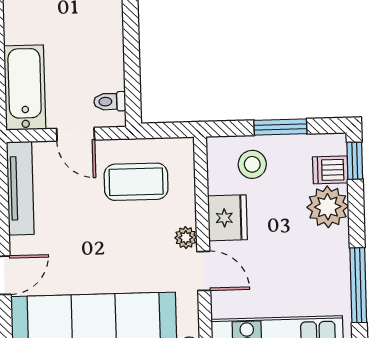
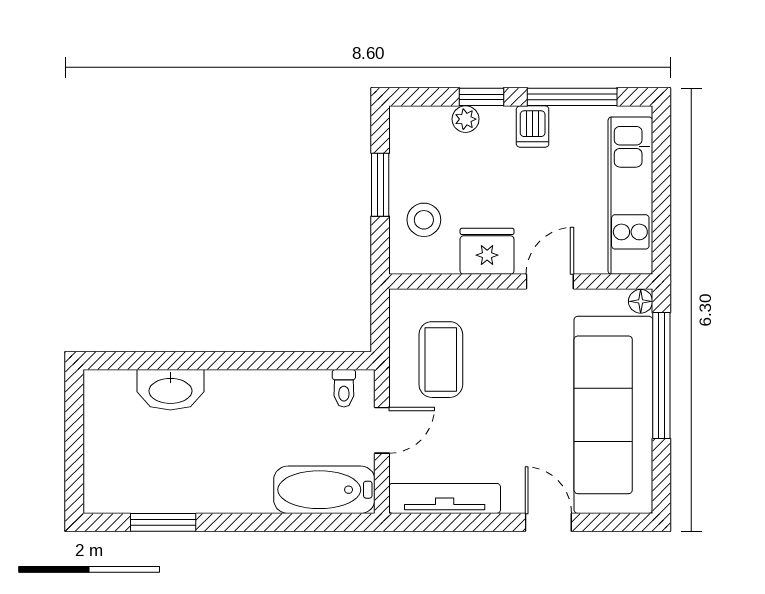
window: (355, 161) -> (481, 97), moved
dishwasher: (330, 170) -> (533, 127), moved
plant: (328, 207) -> (466, 119), width x0.53, depth x0.53
plant: (186, 238) -> (509, 302), removed

